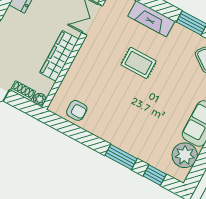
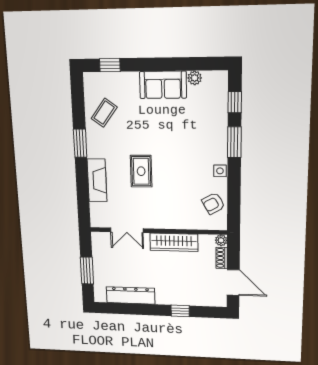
armchair: (77, 110) -> (213, 203), turned -119
side table: (103, 132) -> (220, 171), added
plant: (185, 155) -> (195, 78), width x0.53, depth x0.53

